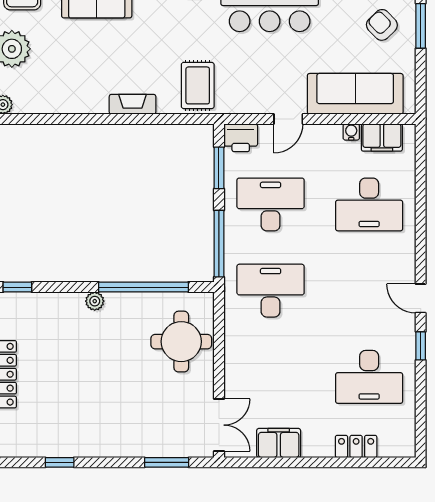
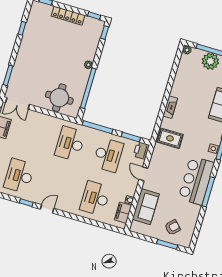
sofa: (355, 94) -> (146, 207), width x0.73
desk: (271, 291) -> (70, 144), turned 180

